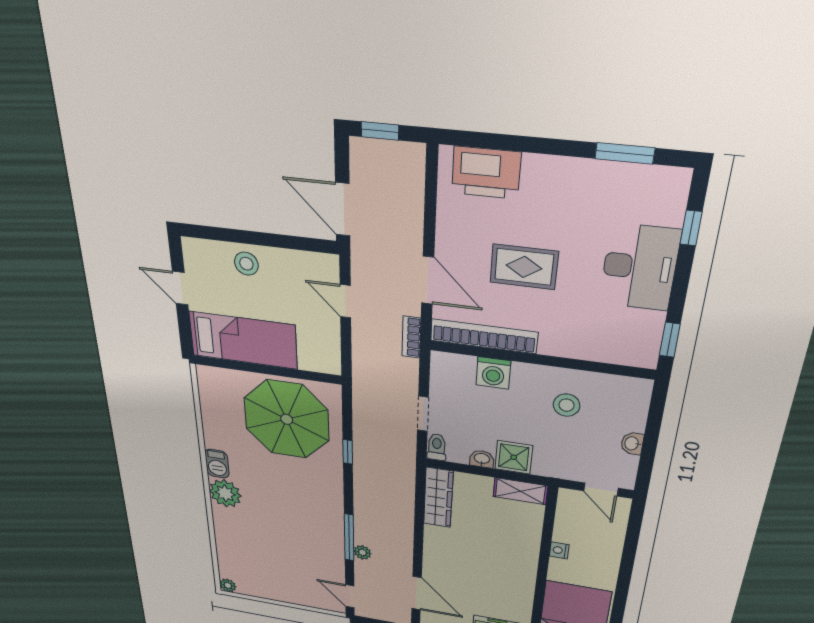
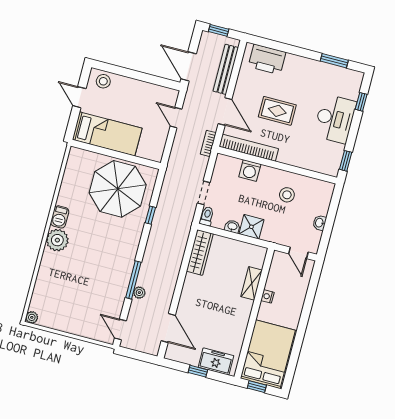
bench: (411, 204) -> (226, 69), added
stool: (246, 264) -> (103, 81), moved
shelving: (520, 491) -> (252, 283), moved, turned 90

